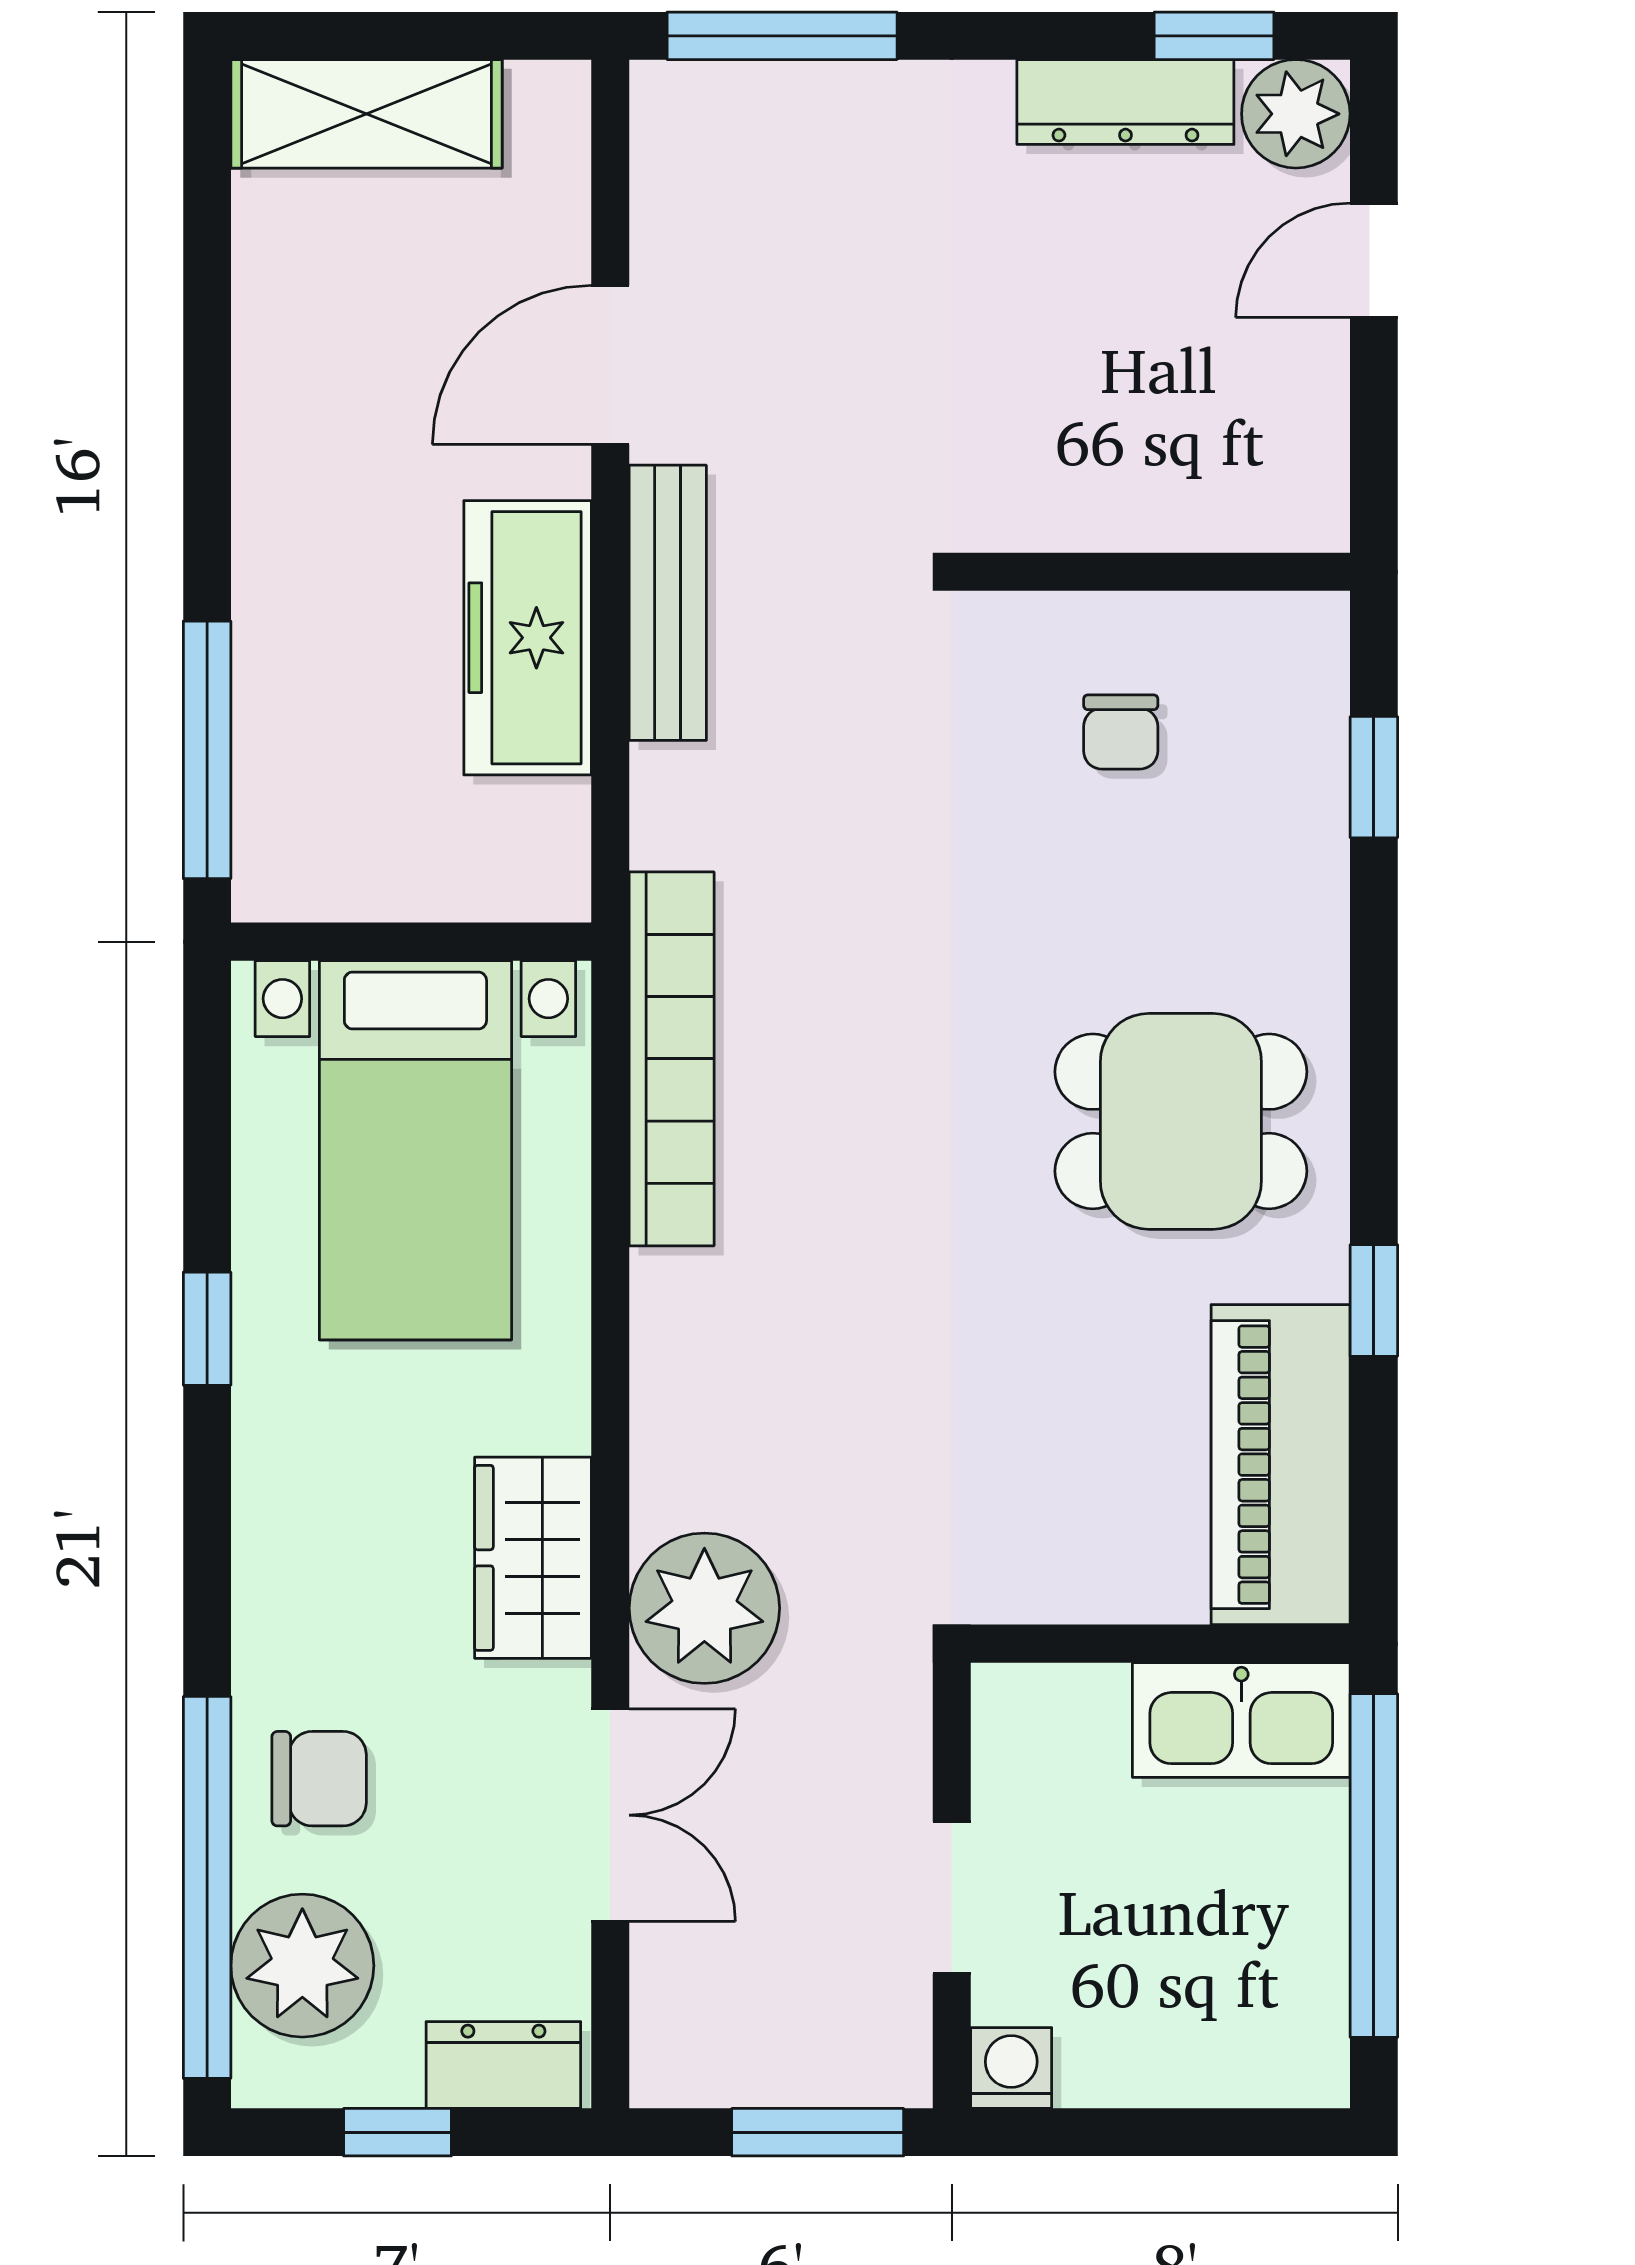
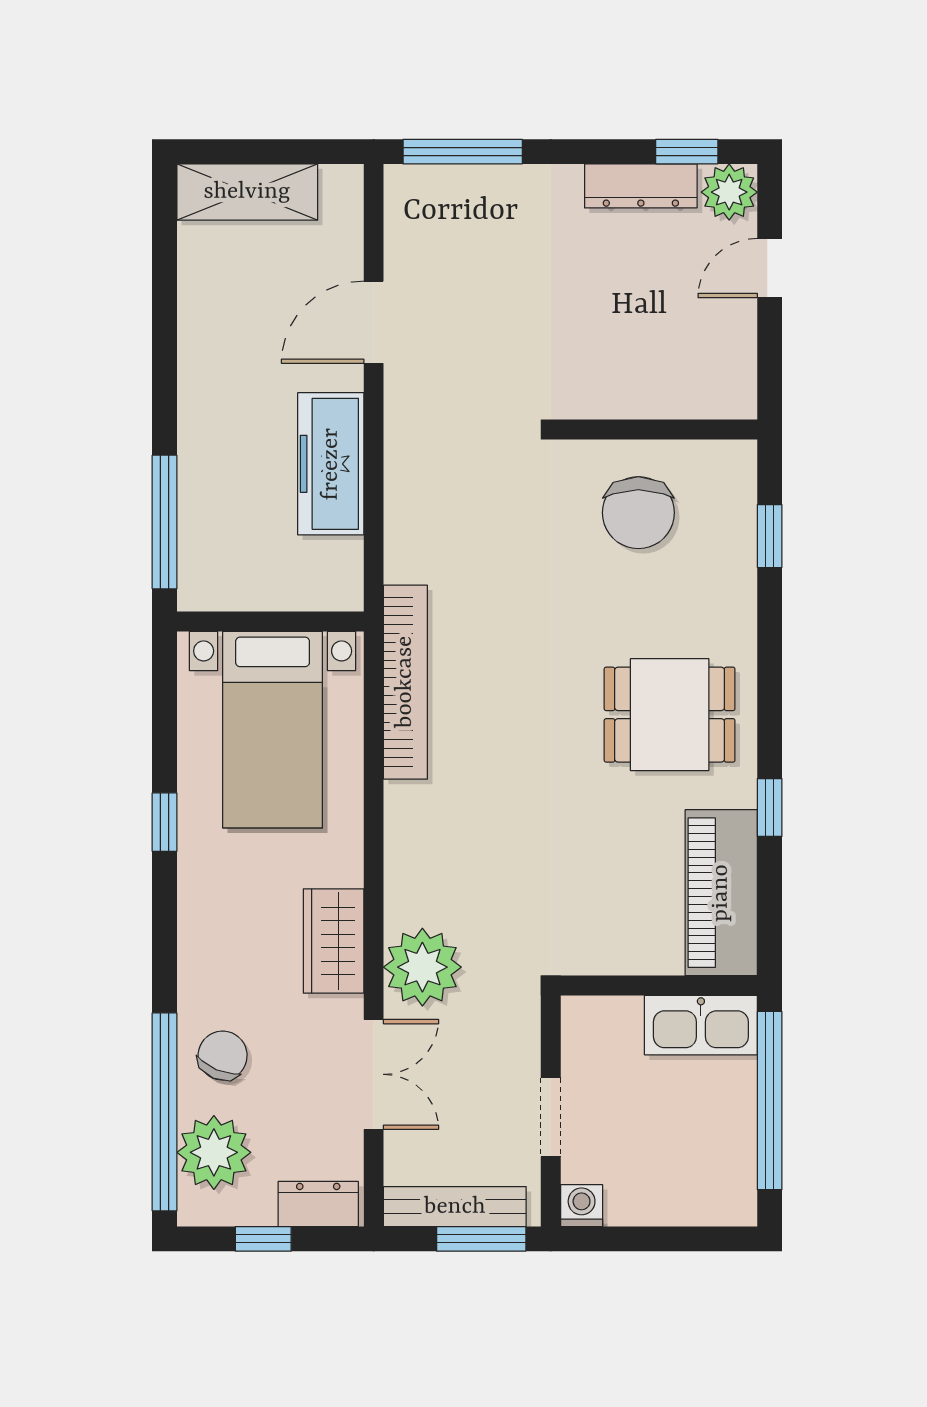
bench: (668, 603) -> (455, 1207), moved, turned 90
chair: (1121, 732) -> (638, 513), width x1.87, depth x1.87
chair: (319, 1779) -> (223, 1056), turned -67

